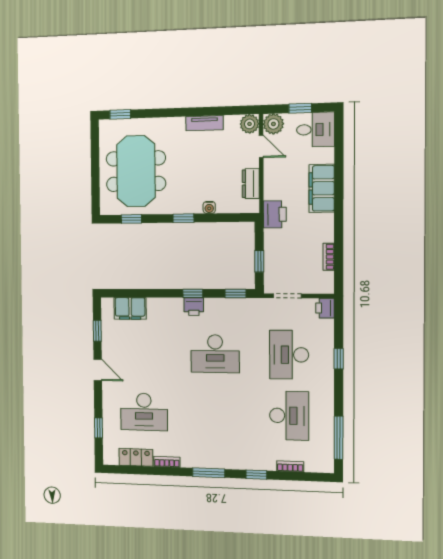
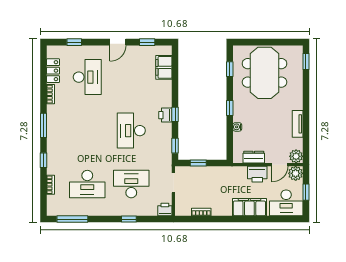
desk: (315, 130) -> (286, 203), width x1.37
meeting table: (136, 171) -> (264, 73), turned 90
printer: (275, 214) -> (257, 174), moved
desk: (144, 412) -> (87, 77), turned 180

